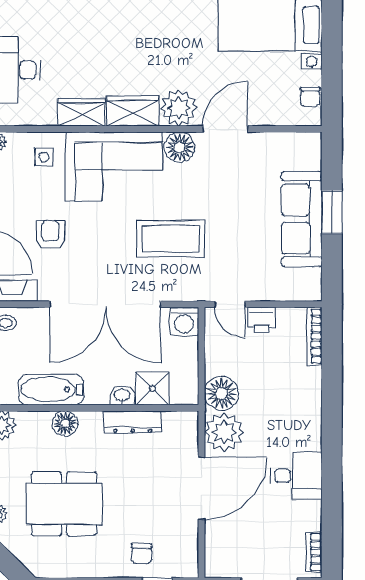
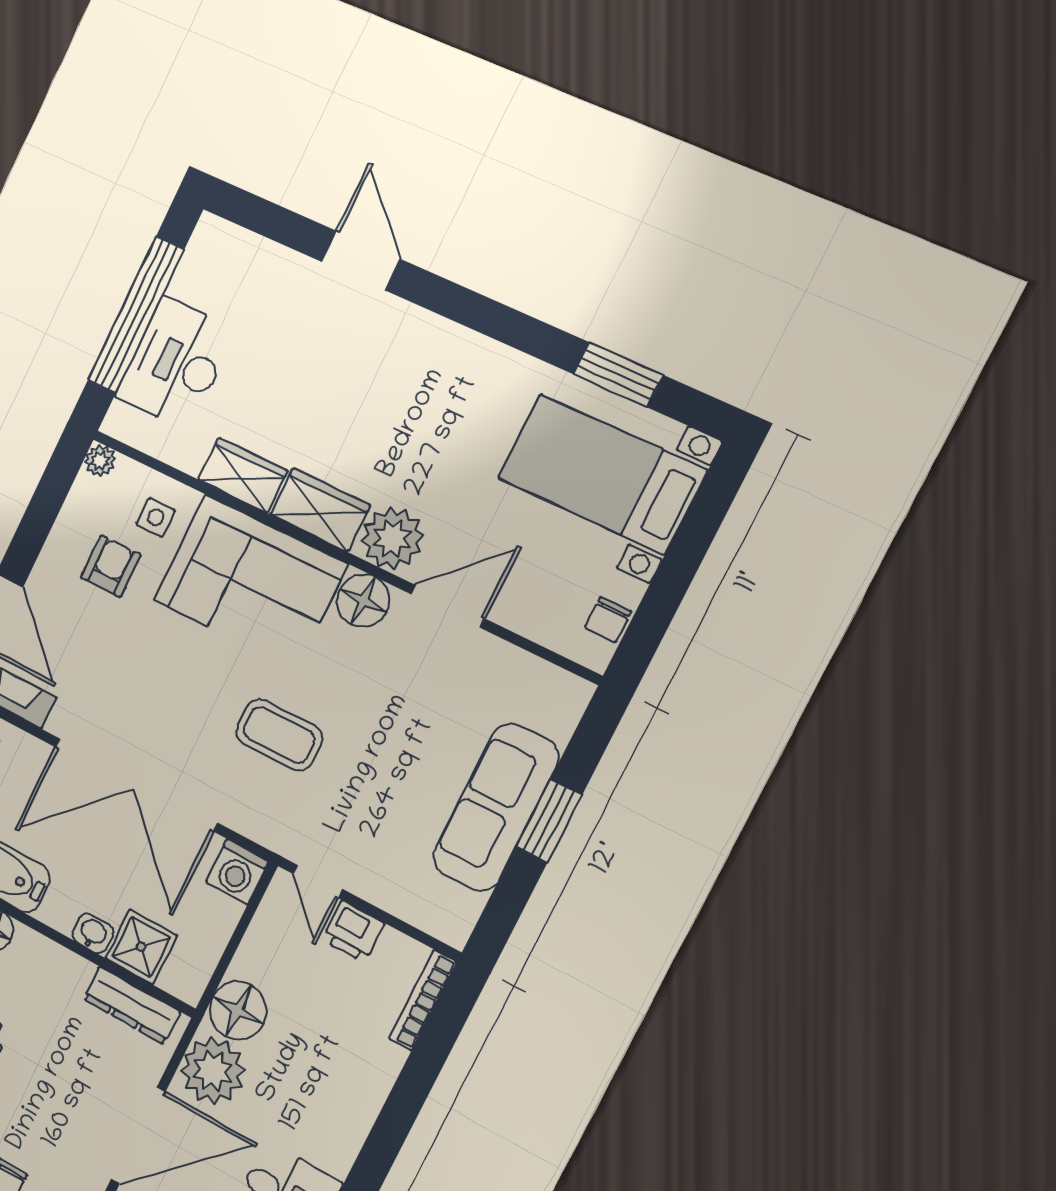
armchair: (50, 235) -> (111, 566), moved
coffee table: (170, 239) -> (279, 735), width x0.73, depth x0.76
dresser: (133, 422) -> (132, 1005), moved

